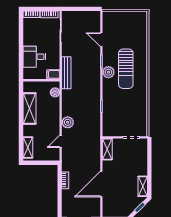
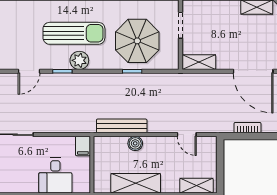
bench: (66, 73) -> (122, 126), moved
boiler: (55, 92) -> (135, 143), moved
parasol: (121, 109) -> (137, 41), added
plant: (68, 122) -> (157, 124), removed

